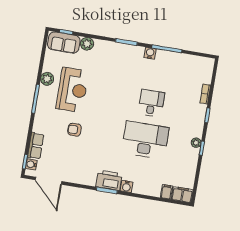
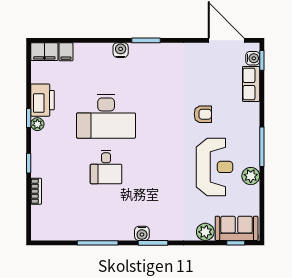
water cooler: (150, 53) -> (142, 233), moved
reception desk: (72, 90) -> (214, 167), turned 180
printer: (109, 180) -> (43, 100), moved, turned -90

